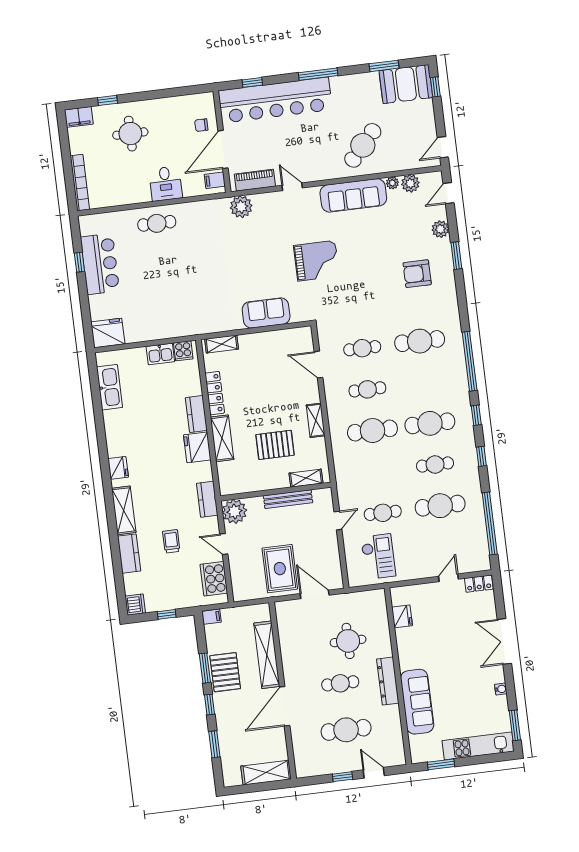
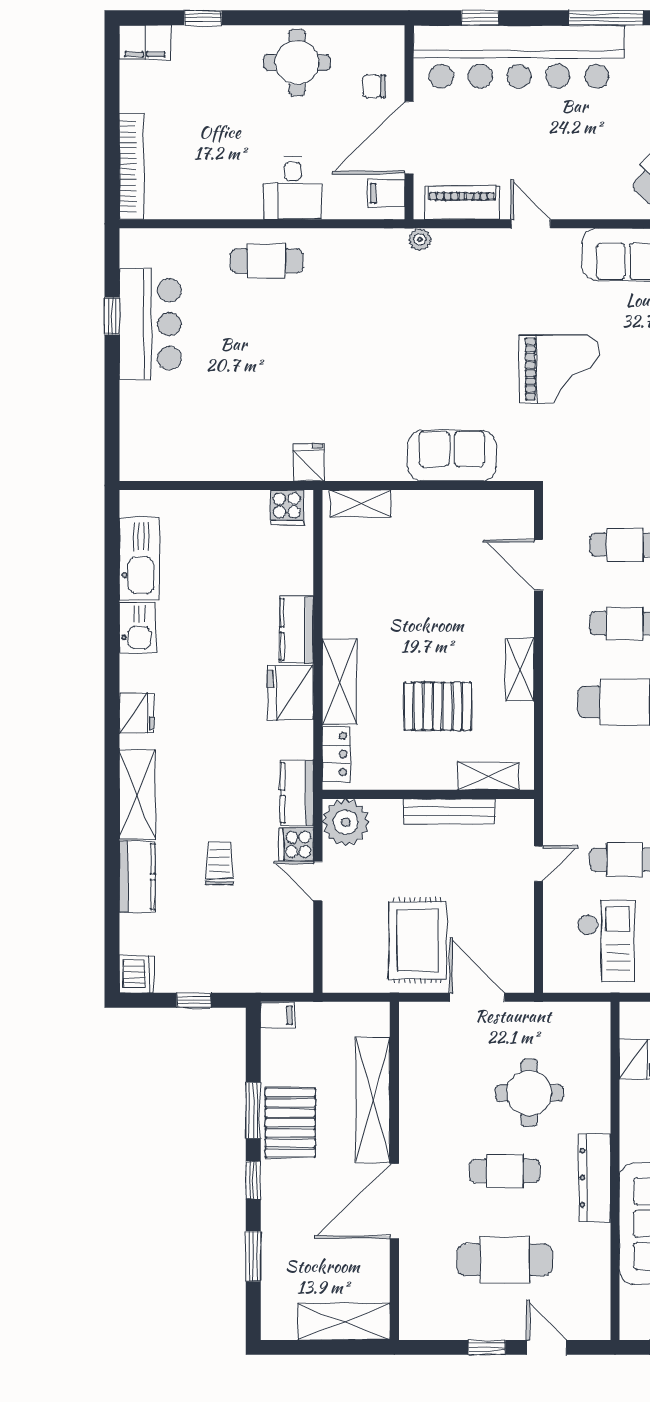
round table: (130, 134) -> (297, 63), moved
plant: (241, 207) -> (420, 239), width x0.53, depth x0.53
fridge: (108, 333) -> (309, 462), moved, width x0.53, depth x0.75
kitchen sink: (160, 354) -> (137, 628), moved, turned -90
locker: (215, 393) -> (336, 754), moved, width x0.66
cooker: (214, 579) -> (296, 844), moved, width x0.53, depth x0.76

